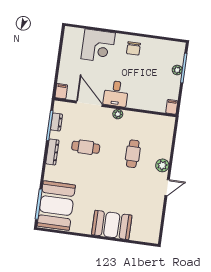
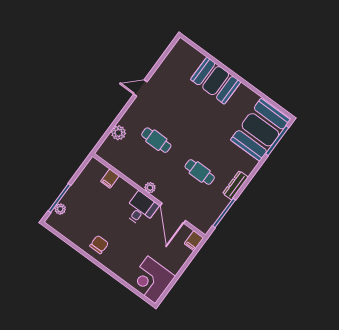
corner desk: (98, 46) -> (152, 280), moved, turned -90
plant: (177, 70) -> (60, 209), moved
filing cabinet: (172, 107) -> (110, 179), moved
dresser: (56, 122) -> (215, 213), removed
cafe table: (133, 154) -> (156, 140), turned 90
plant: (162, 165) -> (118, 133), moved

